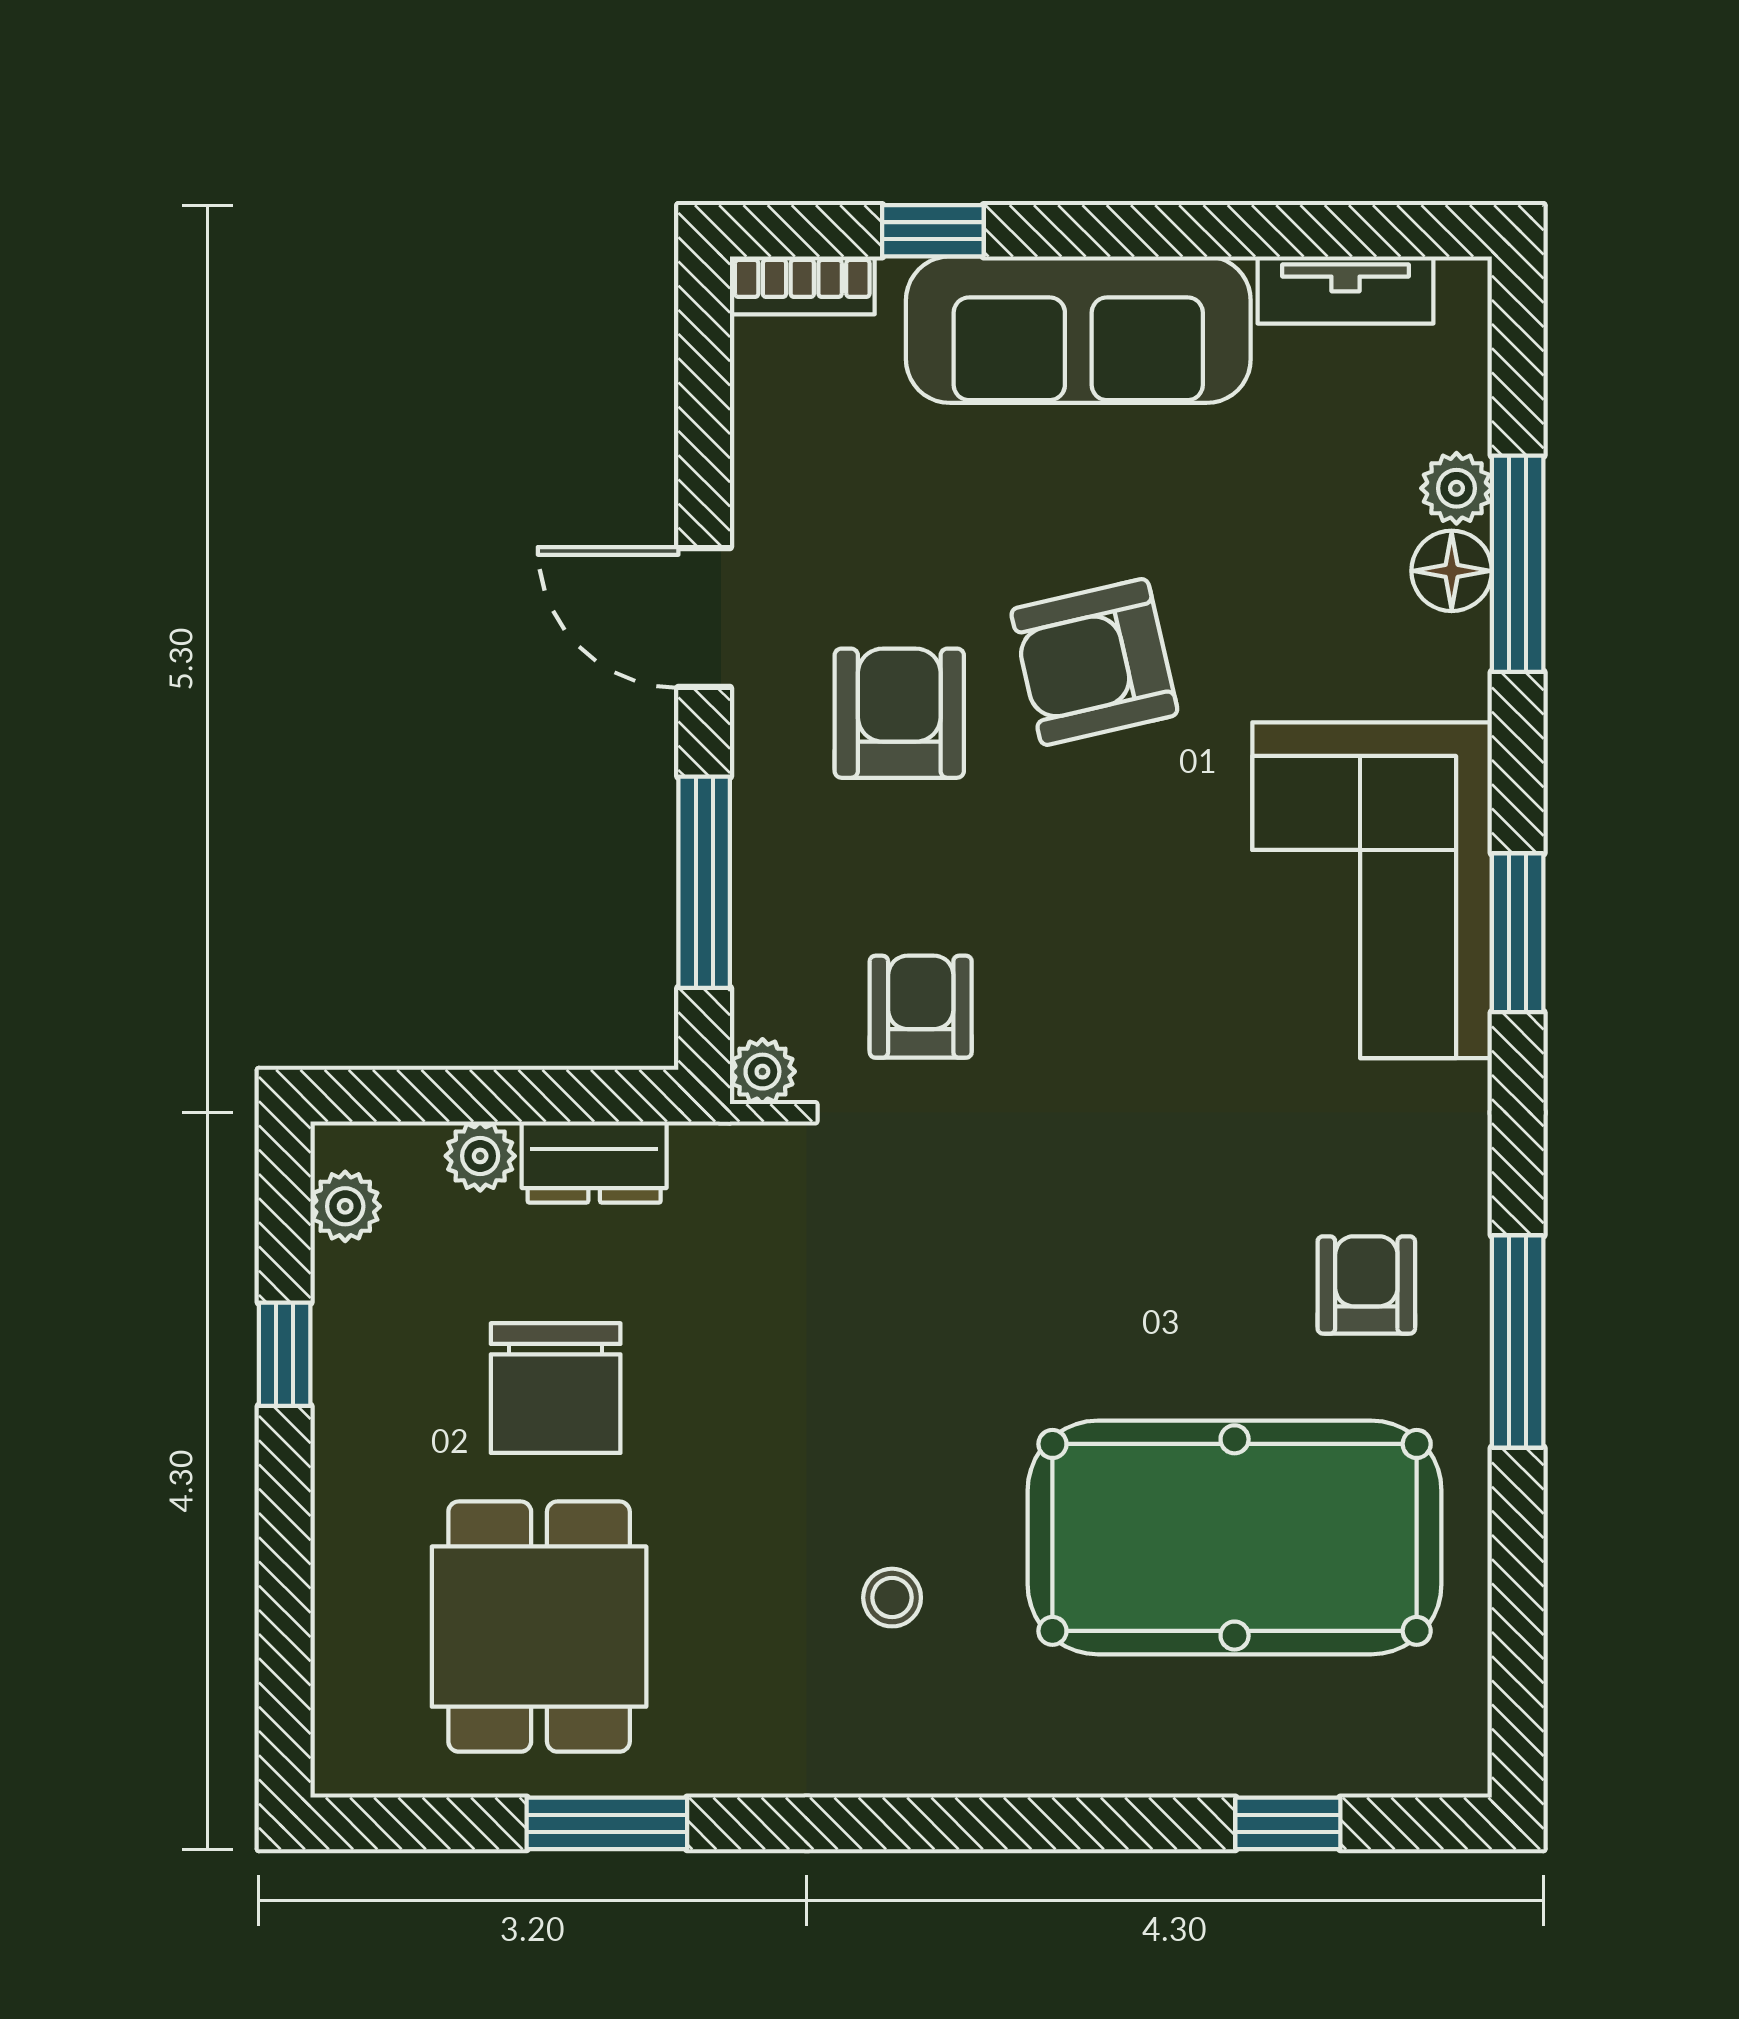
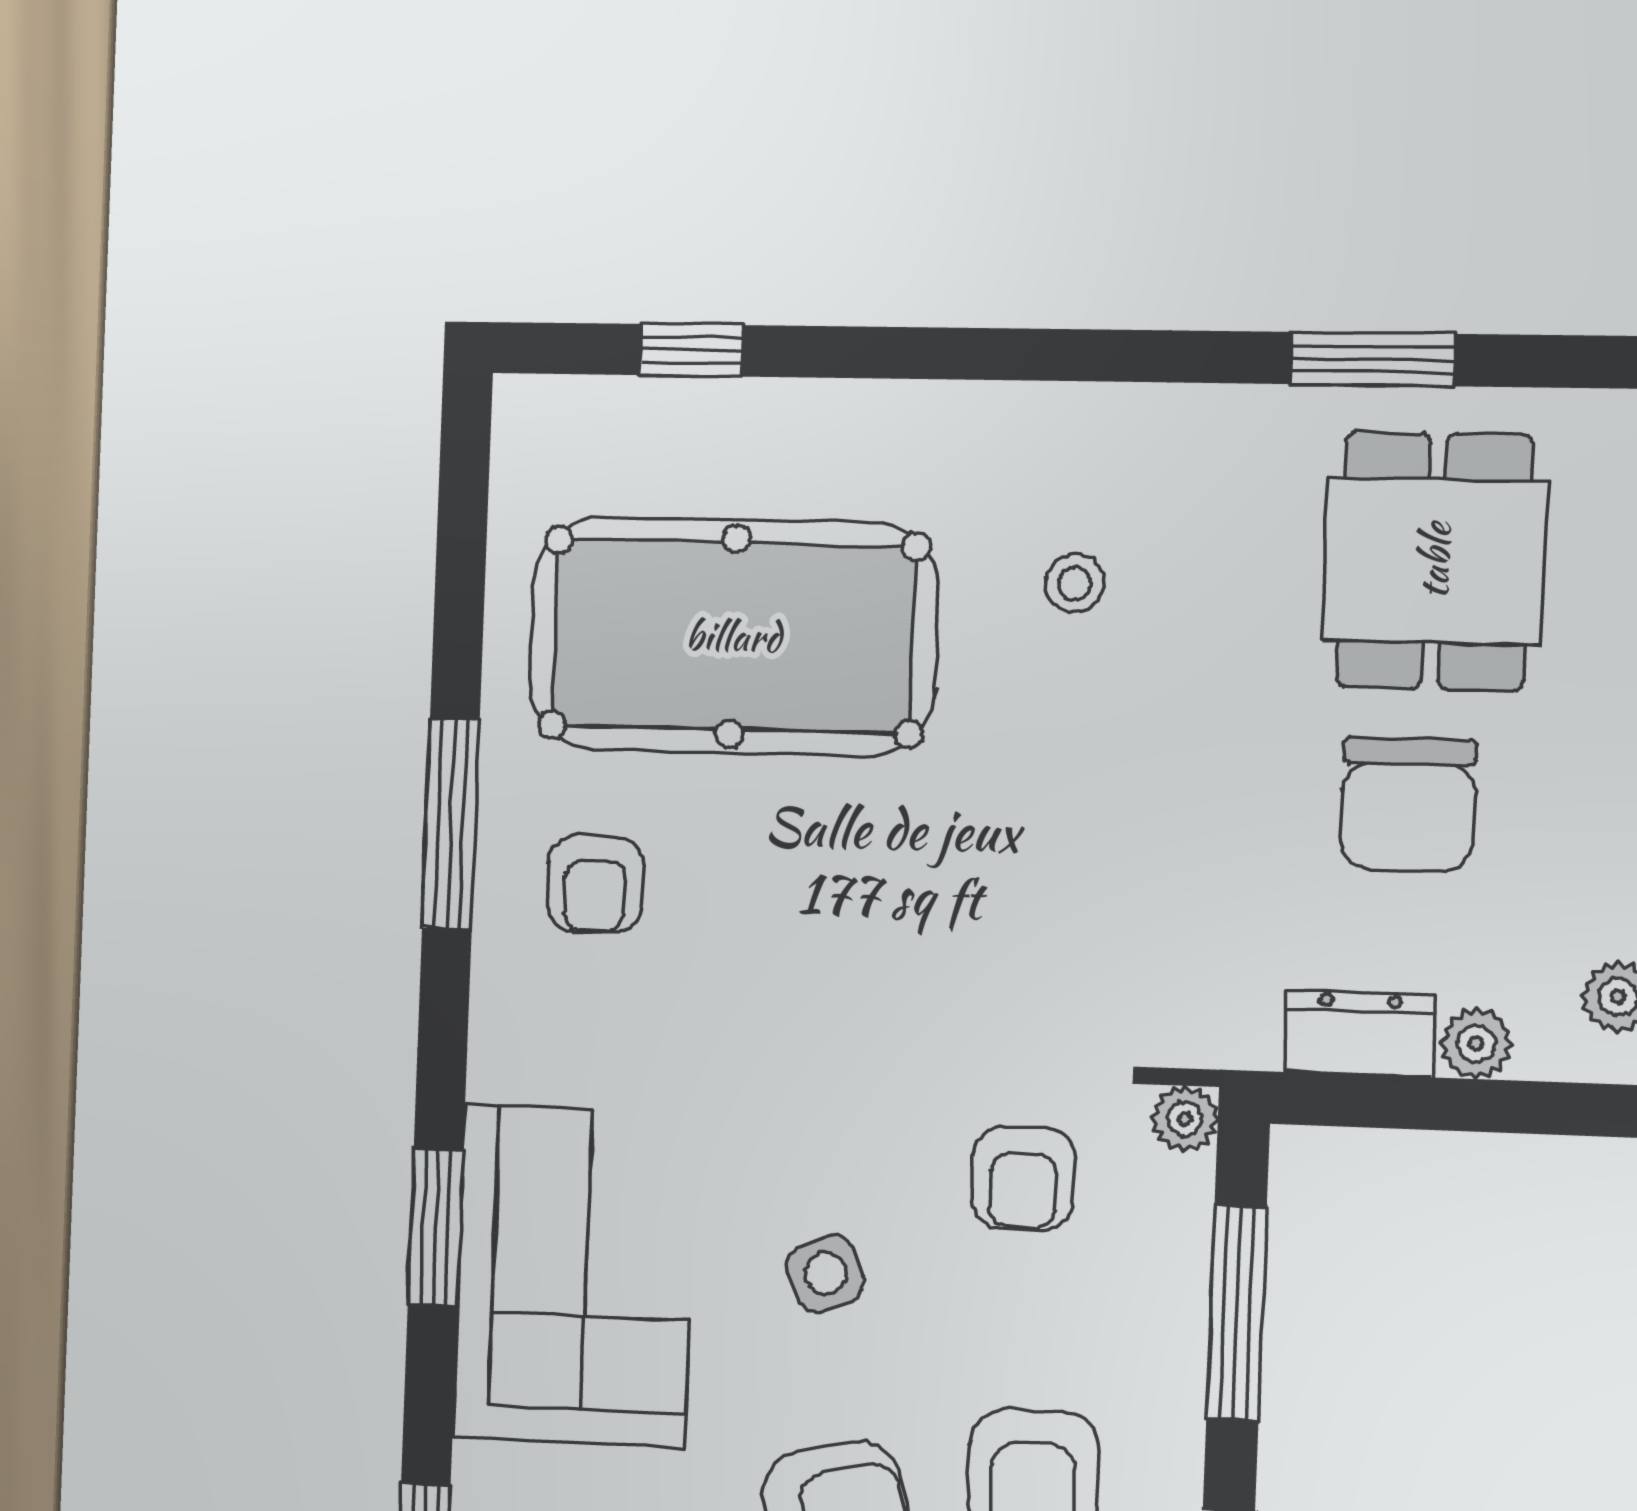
side table: (1116, 903) -> (825, 1274), added
chair: (556, 1388) -> (1408, 804), turned 180

